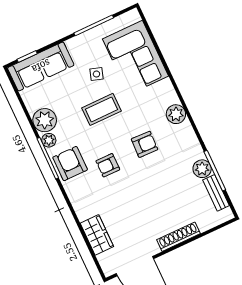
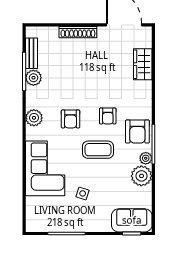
corner sofa: (136, 57) -> (45, 168), moved
sofa: (41, 66) -> (132, 220), width x0.73
coffee table: (102, 109) -> (98, 150), moved
plant: (176, 114) -> (34, 118), moved
armchair: (145, 144) -> (70, 119), turned -92
armchair: (108, 165) -> (108, 116), turned 90

